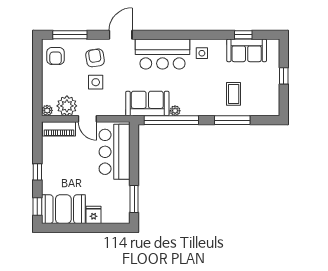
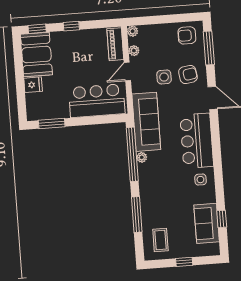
coffee table: (234, 94) -> (160, 240), moved, turned 90
sofa: (147, 104) -> (146, 122), width x1.36
plant: (67, 106) -> (134, 51), width x0.53, depth x0.53

